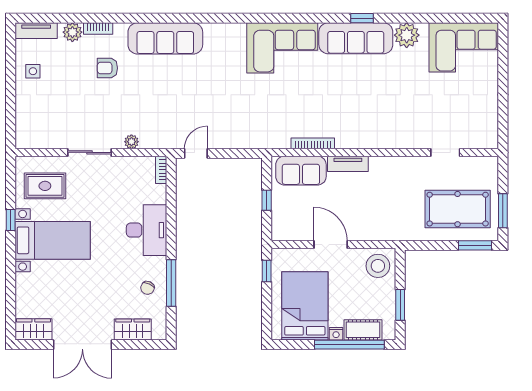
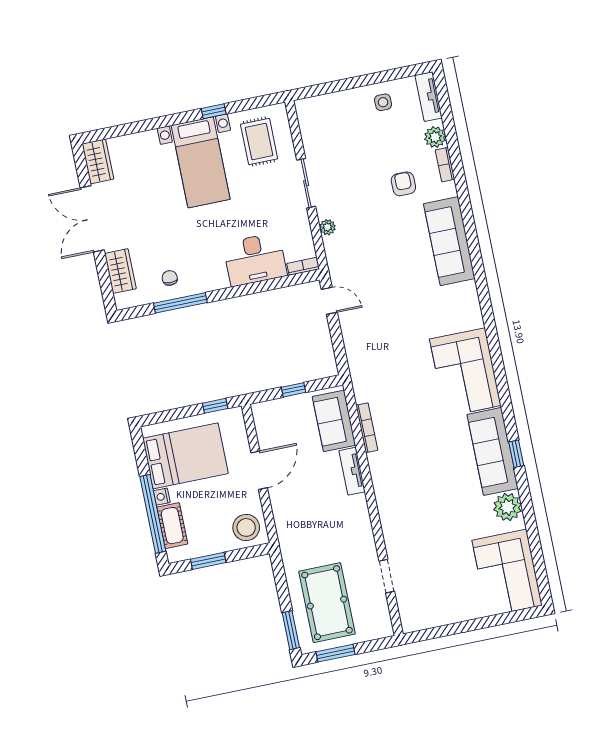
desk: (147, 230) -> (255, 259), moved
chair: (147, 288) -> (170, 278), turned 65

